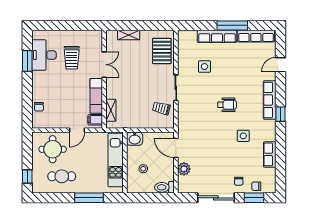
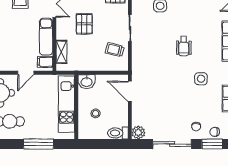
pallet: (132, 84) -> (84, 24), added
wheelchair: (227, 105) -> (184, 46), turned 90
plant: (184, 169) -> (138, 132), moved

